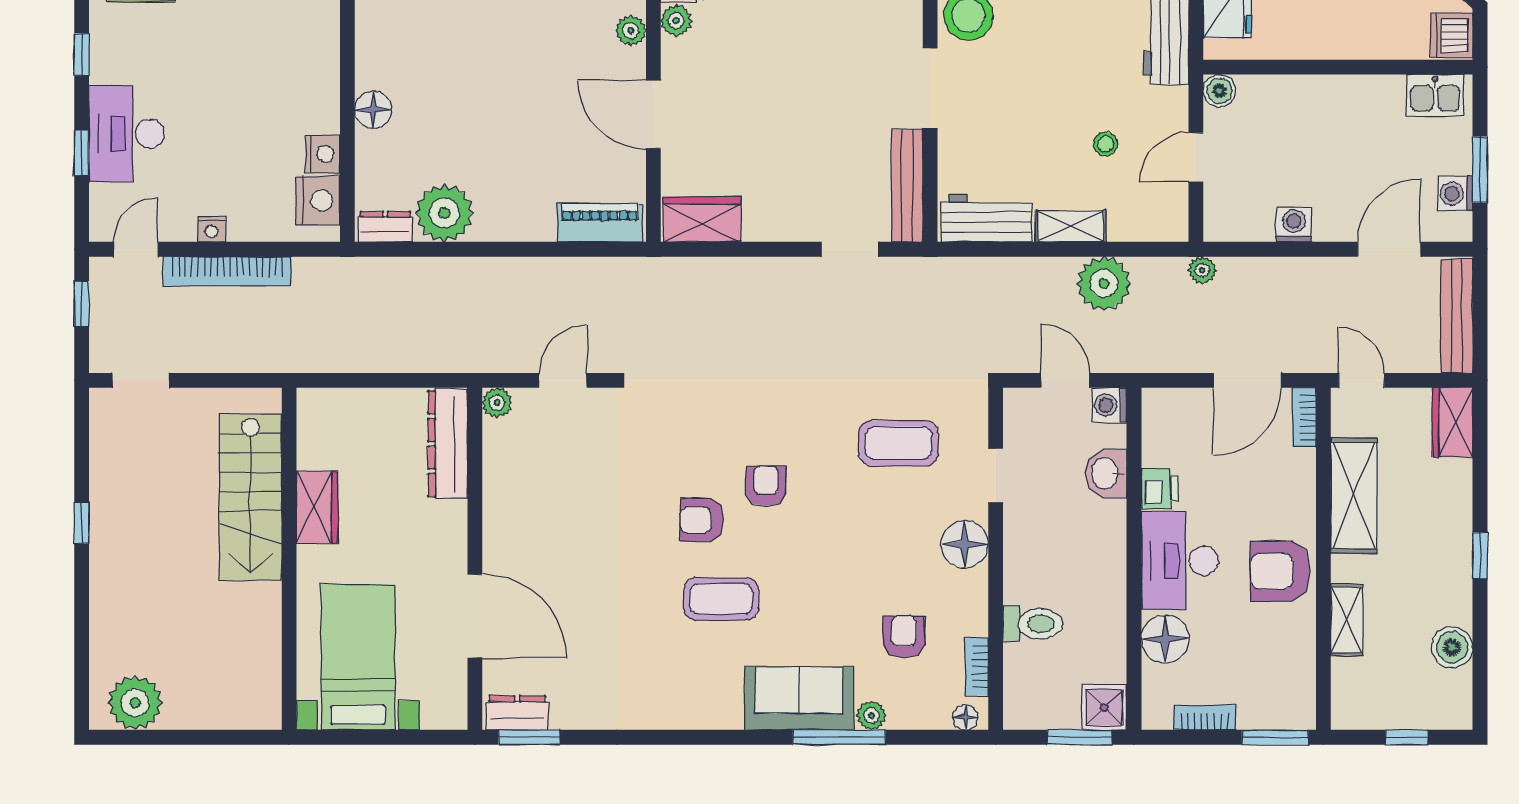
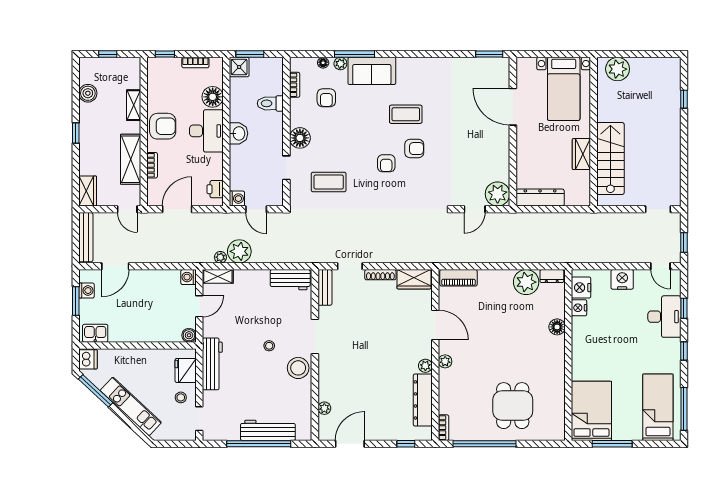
stool: (1105, 144) -> (269, 346), moved
bench: (907, 186) -> (325, 287), width x0.73
washing machine: (1294, 225) -> (189, 277), moved, turned 90
shelving: (1071, 226) -> (218, 276), moved
nightstand: (212, 229) -> (622, 279), width x1.89, depth x1.79
shoe rack: (779, 230) -> (380, 275), added
door: (136, 249) -> (660, 266), hinge flipped
plant: (1202, 270) -> (220, 257), moved
bookcase: (227, 271) -> (621, 257), removed
plant: (497, 403) -> (498, 194), width x1.88, depth x1.88
bookcase: (1304, 417) -> (152, 165), moved
dresser: (448, 444) -> (540, 198), moved, turned -90
washbasin: (1106, 473) -> (238, 133), moved
printer: (1160, 489) -> (215, 189), moved
window: (82, 523) -> (684, 99), moved
plant: (135, 703) -> (618, 69), moved
dresser: (517, 713) -> (494, 65), removed
floor lamp: (965, 717) -> (323, 63), moved
window: (1275, 737) -> (165, 54), width x0.67

